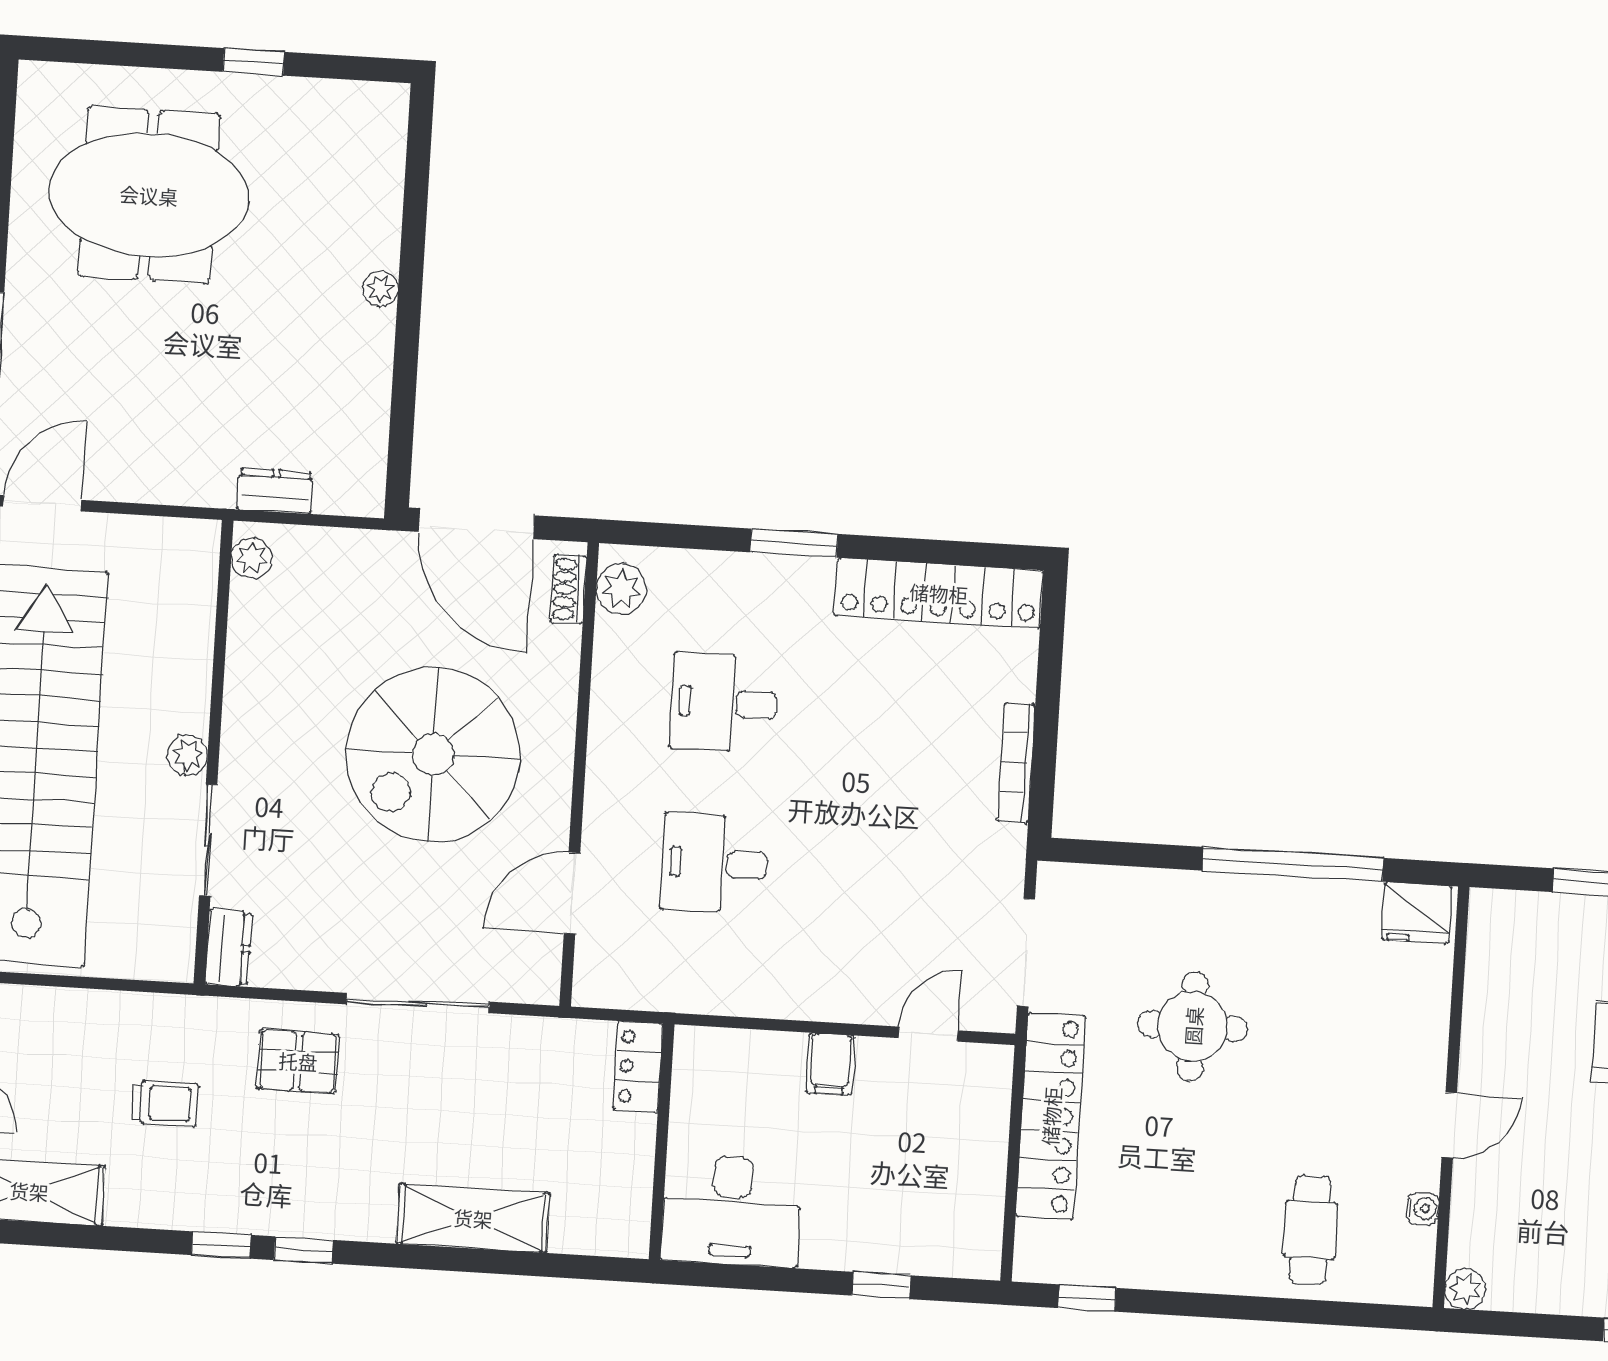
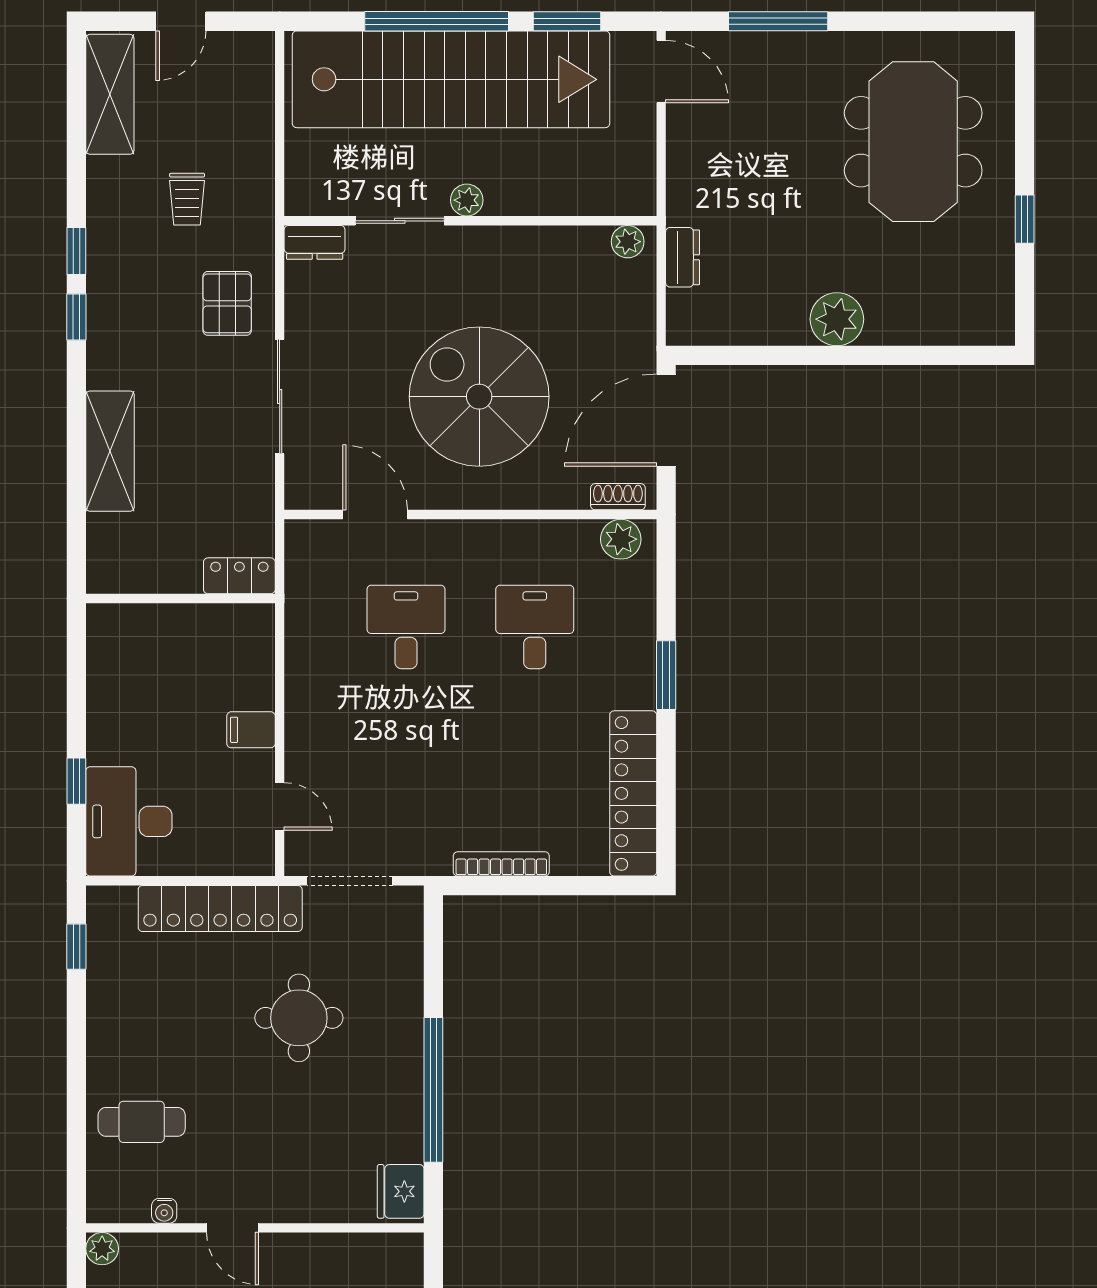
plant: (380, 289) -> (837, 319), width x1.87, depth x1.87
desk: (732, 1211) -> (129, 821), moved

